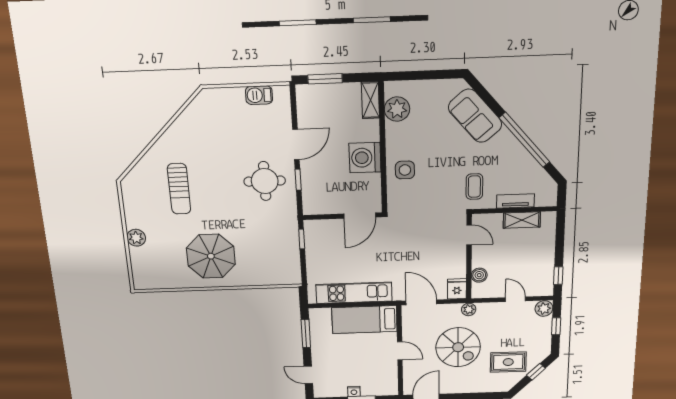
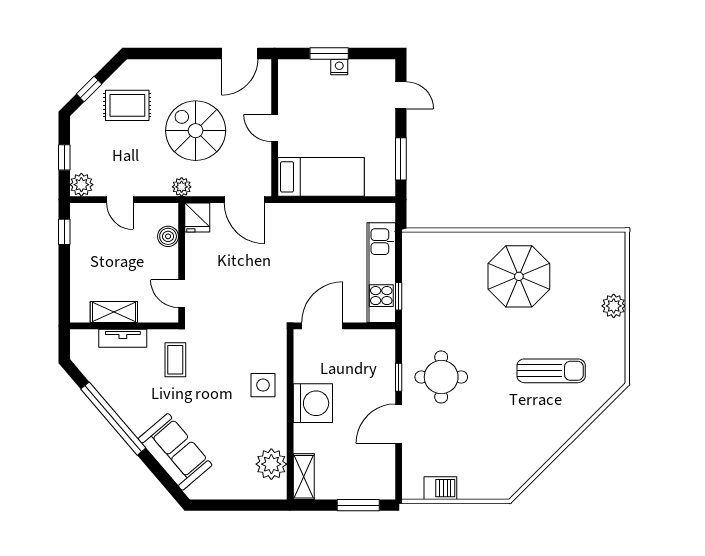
sun lounger: (179, 189) -> (551, 371), turned 90
kitchen unit: (354, 293) -> (381, 273), moved, turned 90

